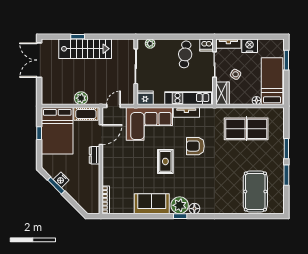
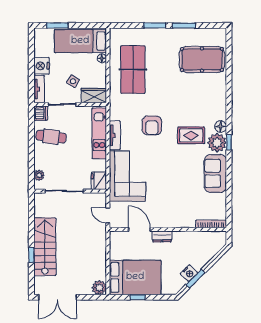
plant: (81, 98) -> (99, 288), moved
cot: (86, 114) -> (117, 246), removed
rug: (165, 161) -> (191, 135), moved

